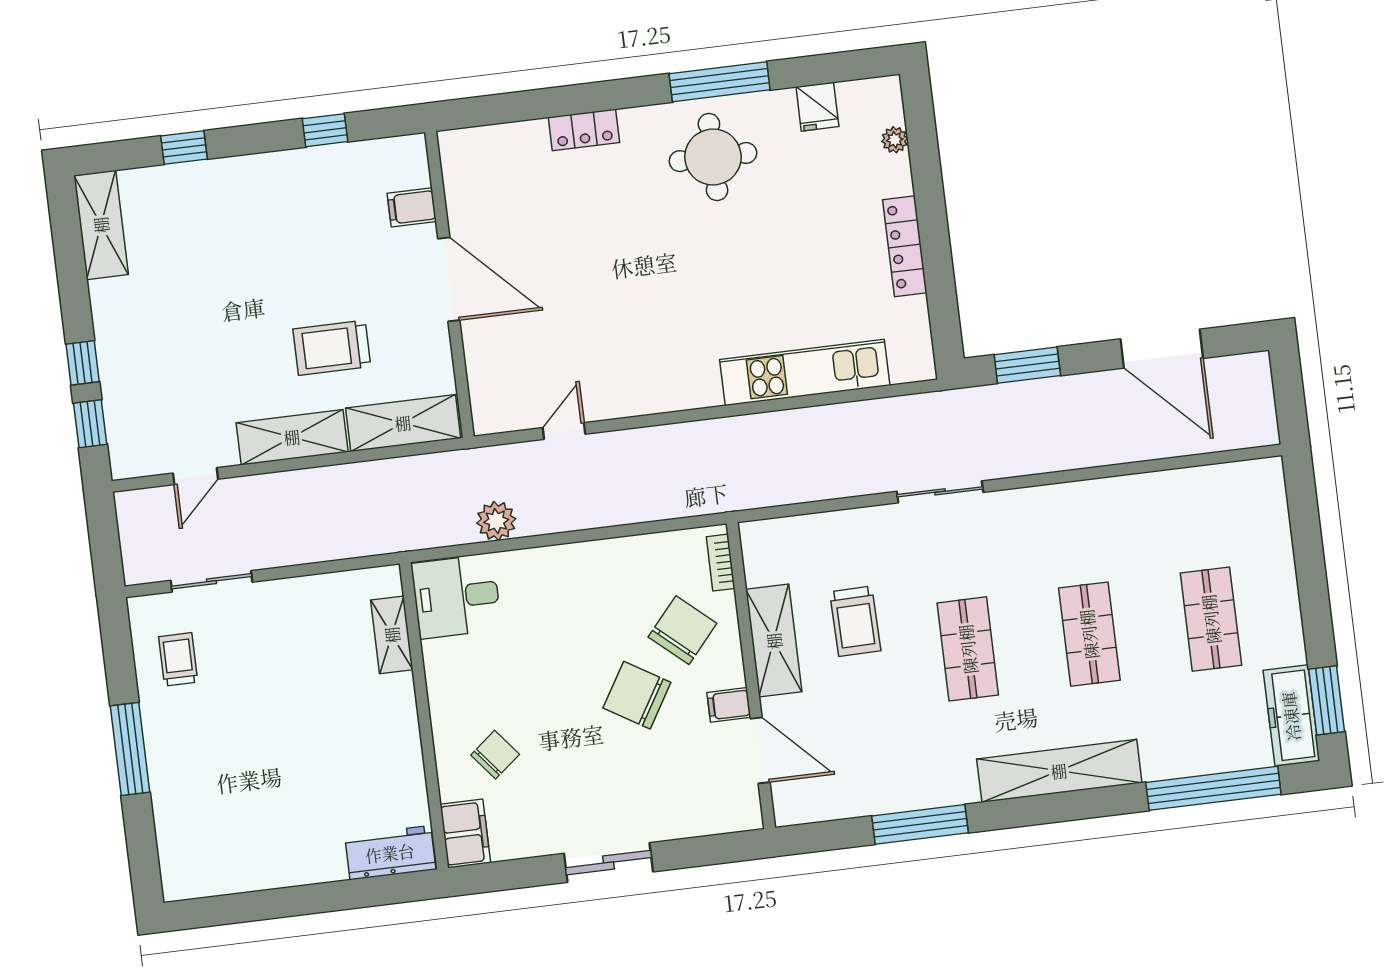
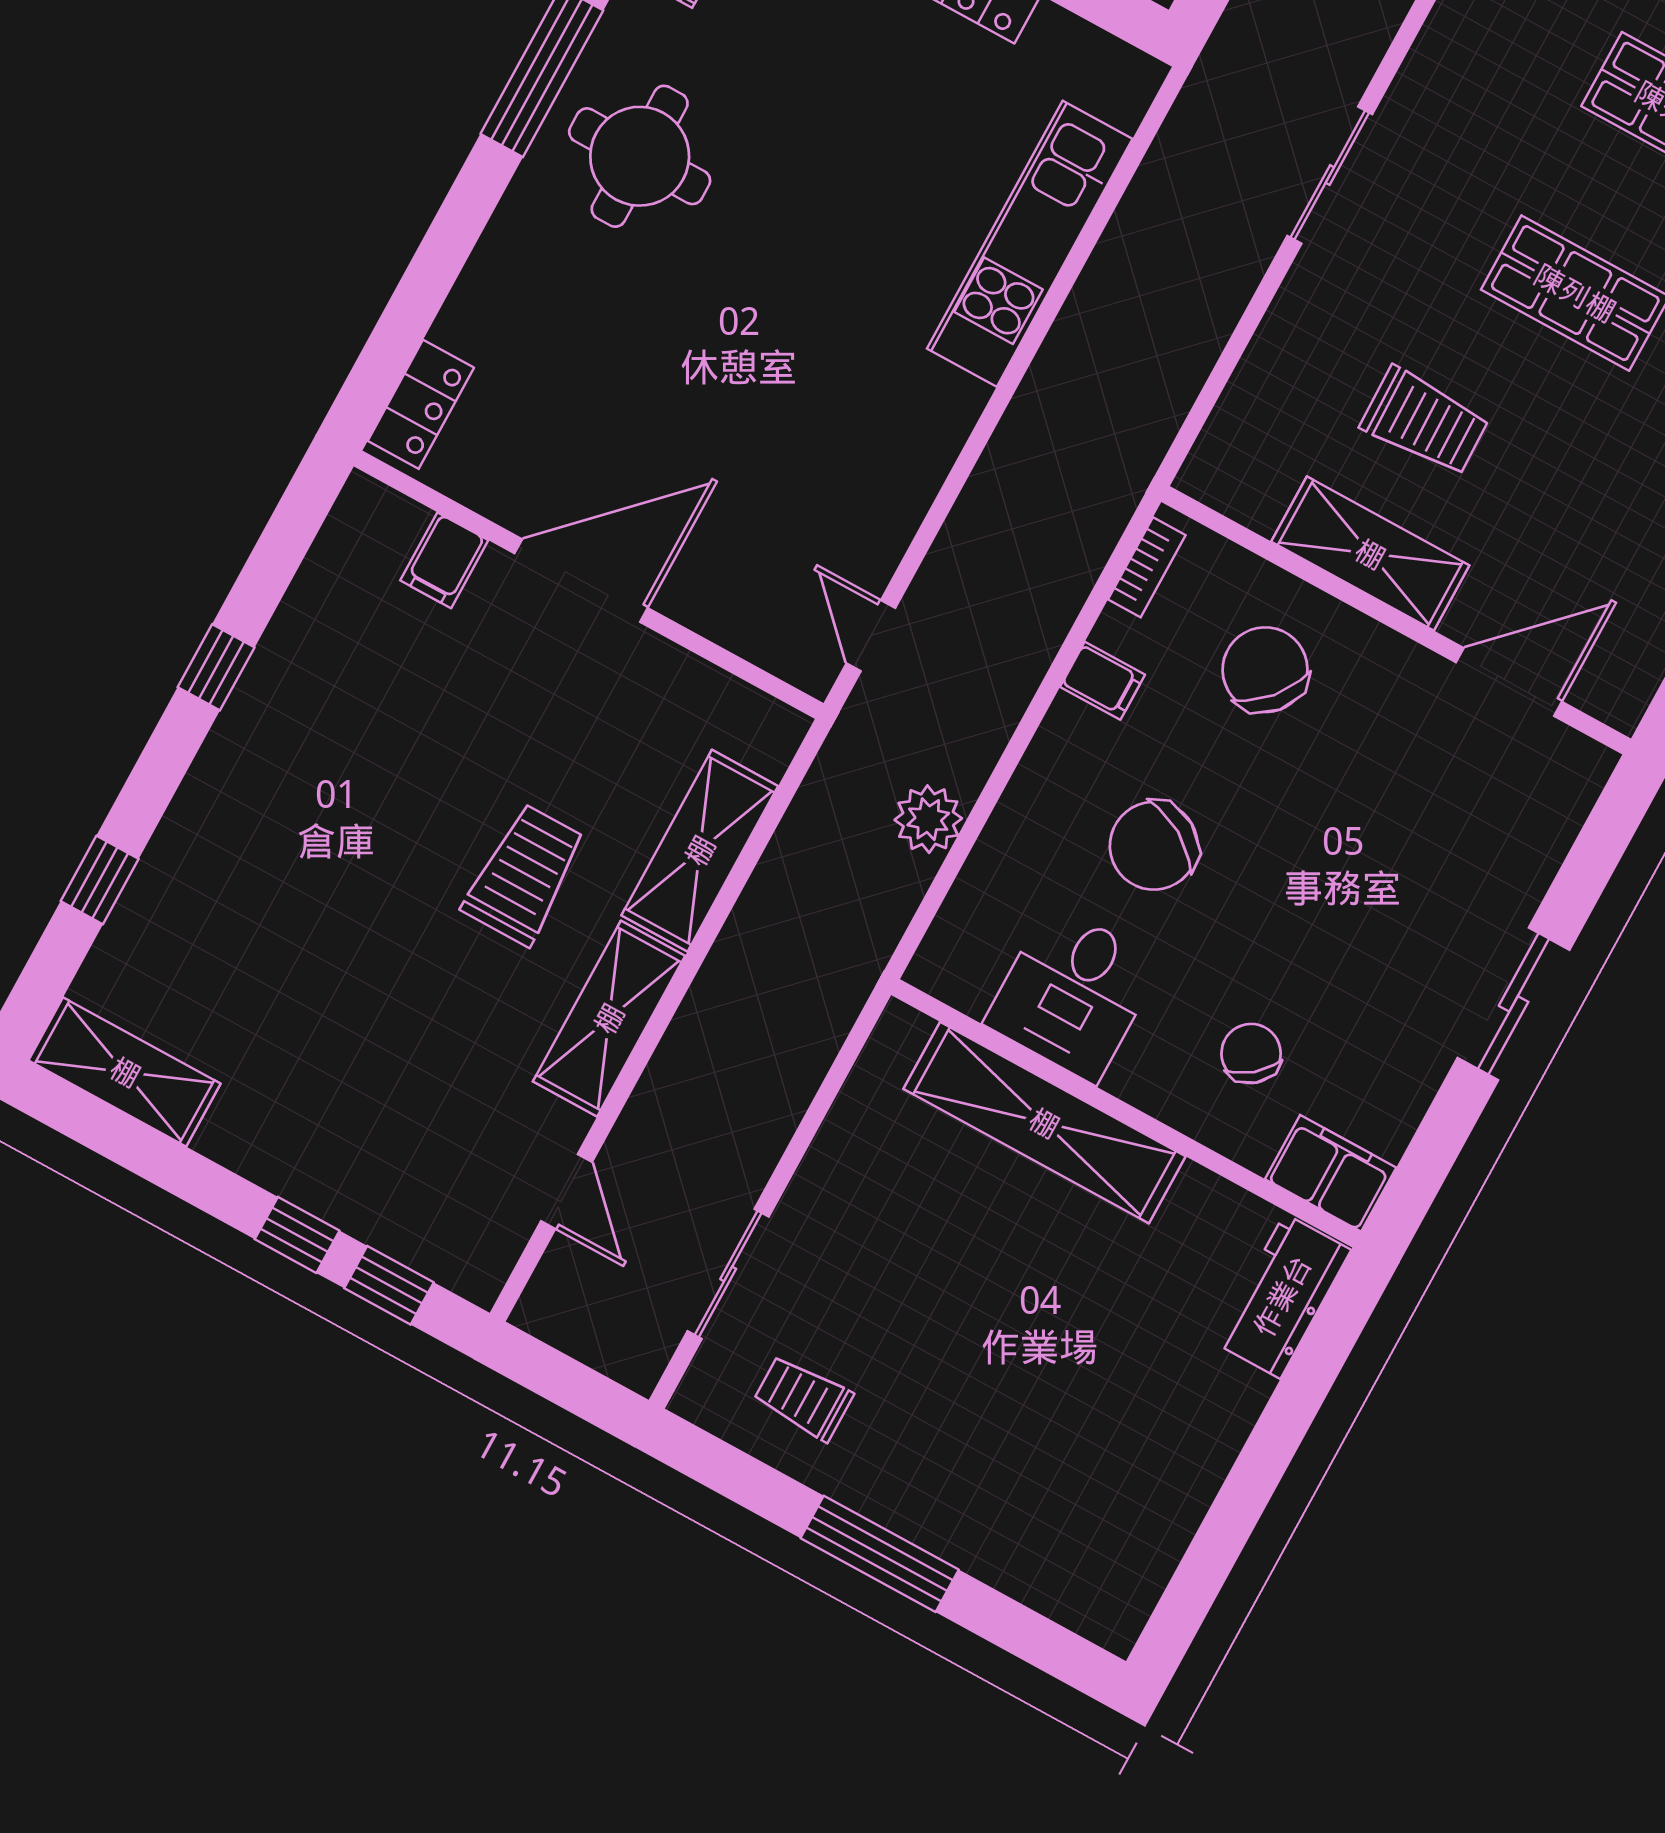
locker: (584, 130) -> (421, 404), moved
filing cabinet: (412, 207) -> (444, 560), moved
door: (449, 279) -> (581, 581), moved
wall: (449, 284) -> (589, 585), moved
trolley: (332, 348) -> (524, 875), turned 180
bookcase: (721, 563) -> (1147, 567), moved, turned -90
desk: (456, 596) -> (1073, 993), moved
shelving: (392, 635) -> (1044, 1123), width x2.20, depth x1.33
chair: (637, 695) -> (1154, 846), moved
filing cabinet: (729, 705) -> (1103, 681), moved, turned -90

